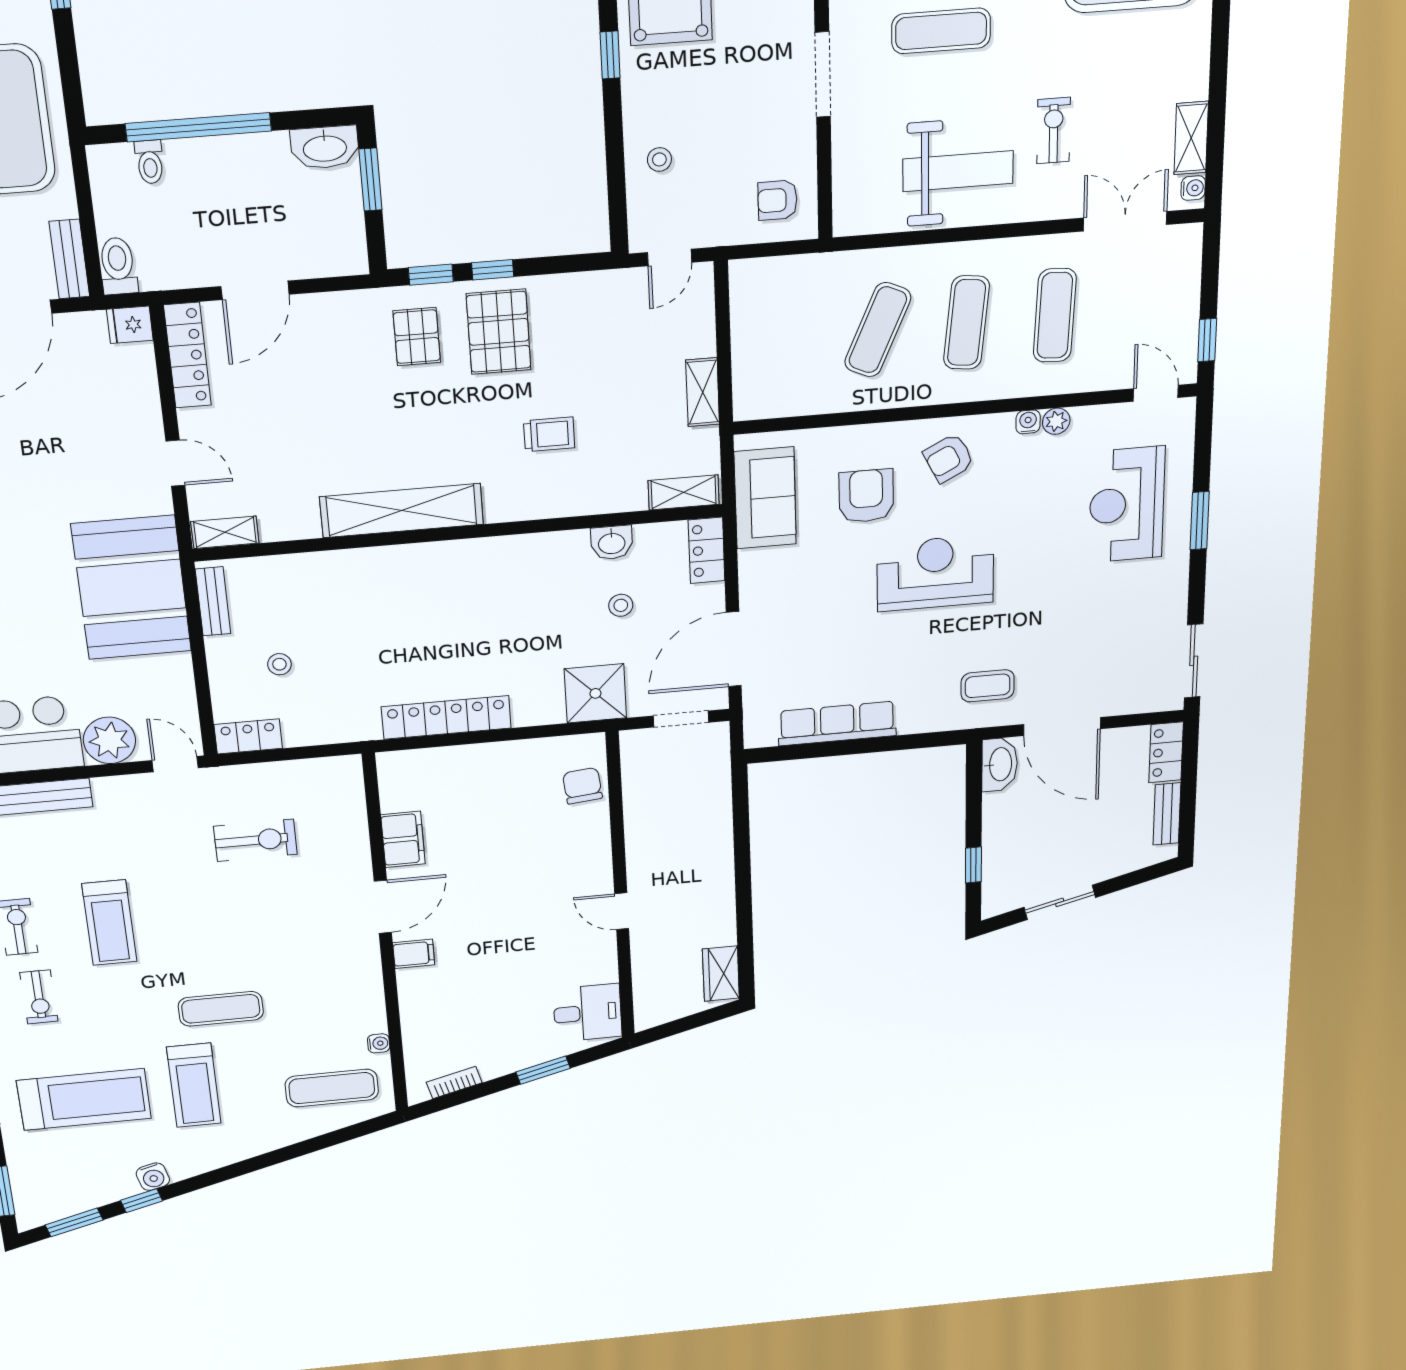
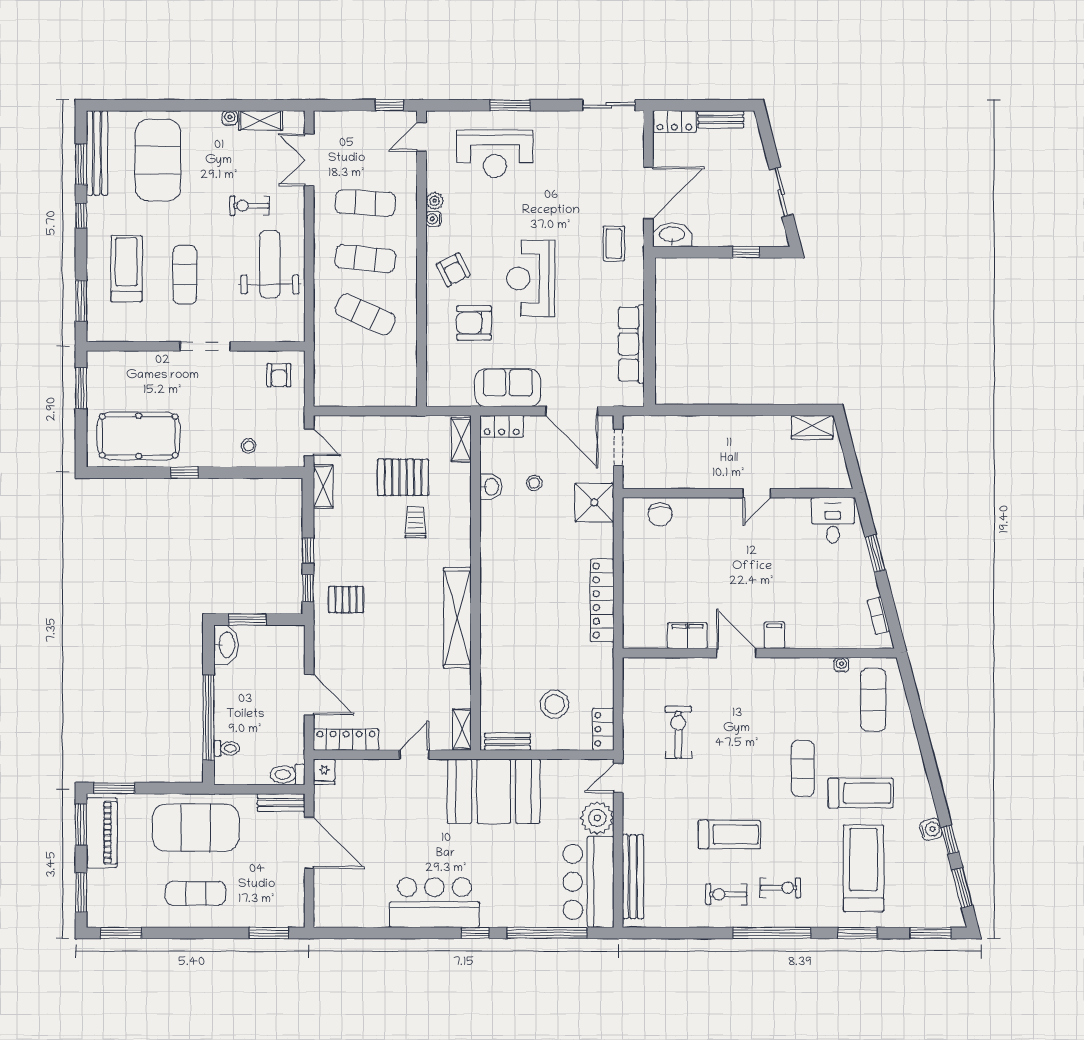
water cooler: (1193, 188) -> (230, 118), moved
pallet: (499, 332) -> (403, 477), moved
shelving: (703, 392) -> (323, 486), moved, turned 90
sofa: (765, 498) -> (508, 388), moved
stool: (279, 664) -> (555, 704), width x1.89, depth x1.89
chair: (582, 786) -> (660, 515), turned -84

